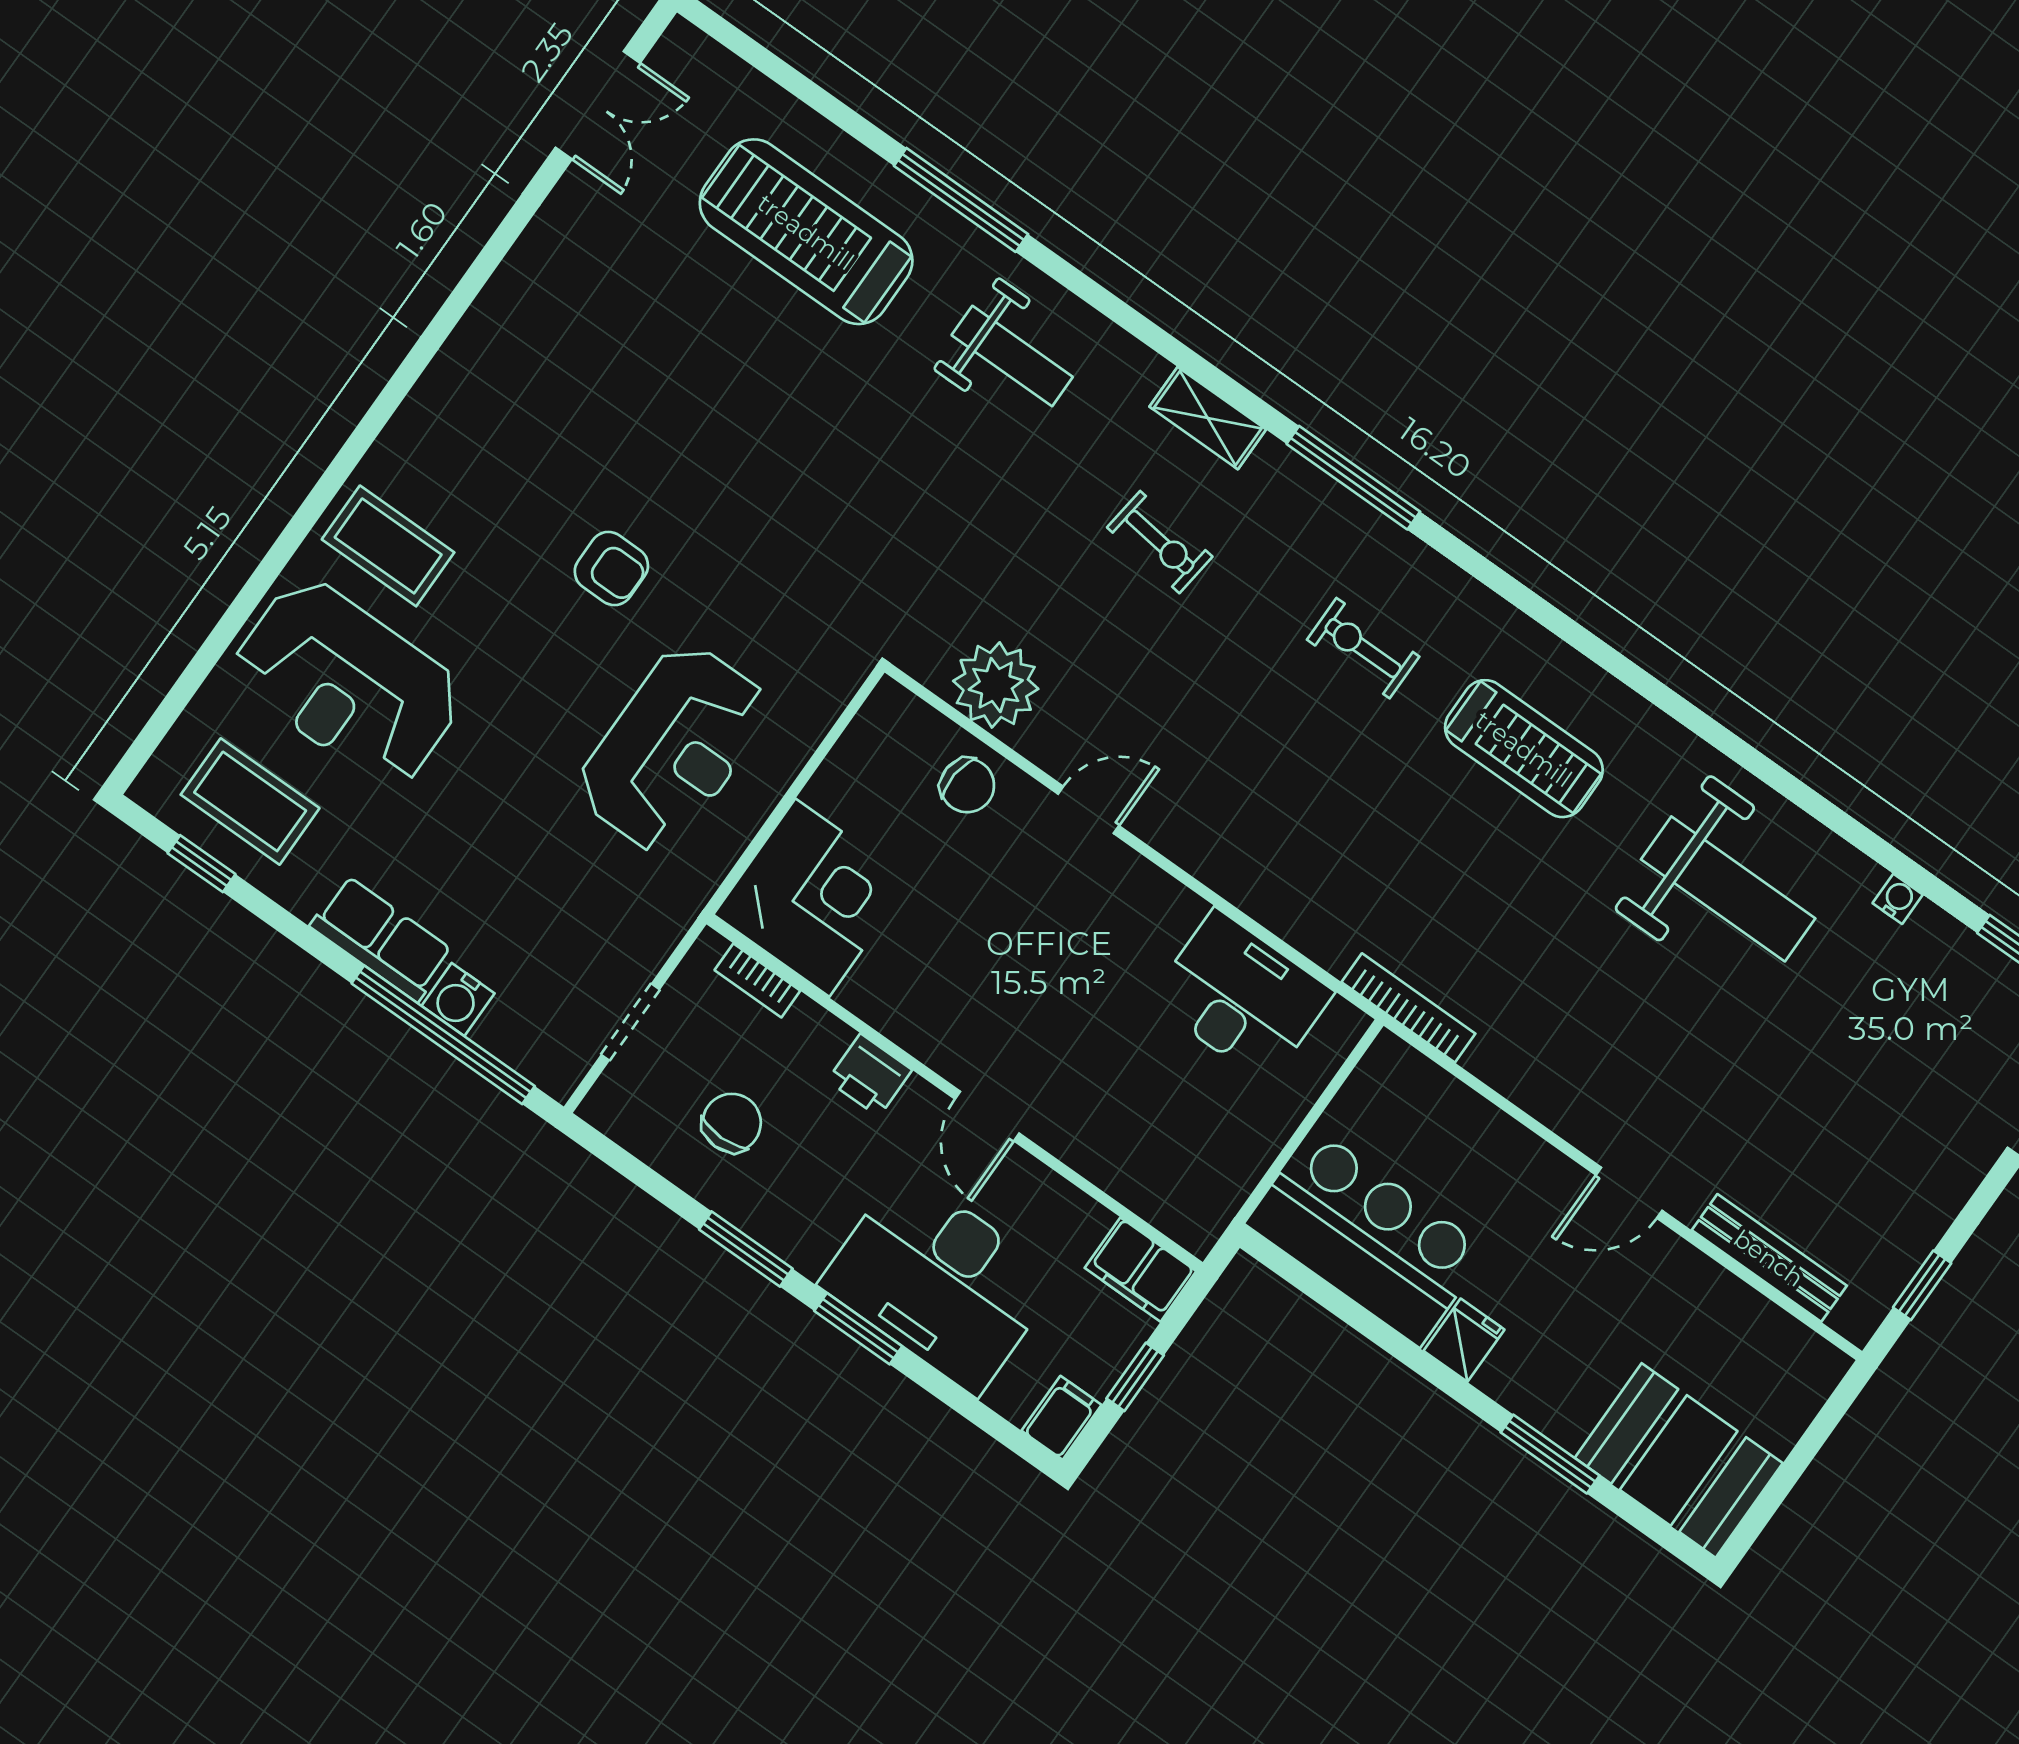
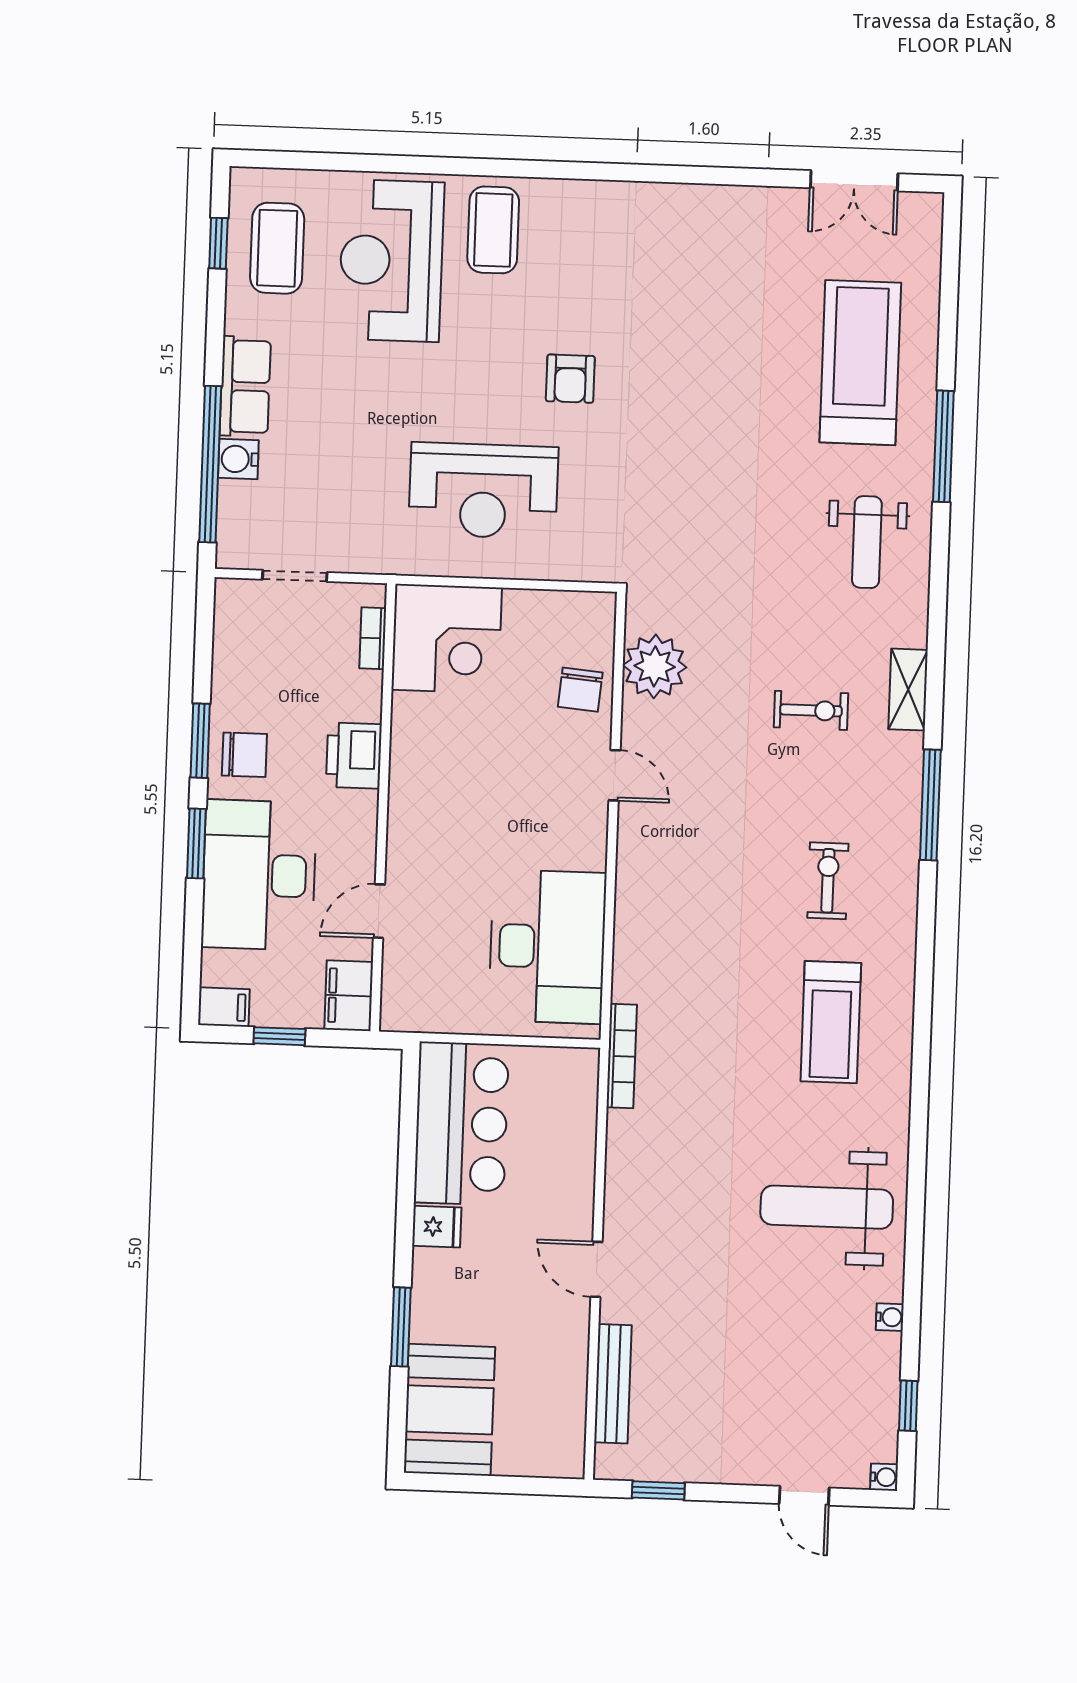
exercise bike: (1160, 542) -> (811, 710), turned -97
weight bench: (1728, 889) -> (827, 1207), turned 90
desk: (1241, 997) -> (547, 947), width x1.36, depth x1.30
printer: (870, 1075) -> (354, 756), width x1.36, depth x1.24
door: (987, 1116) -> (379, 911), moved
chair: (732, 1123) -> (244, 755), moved

